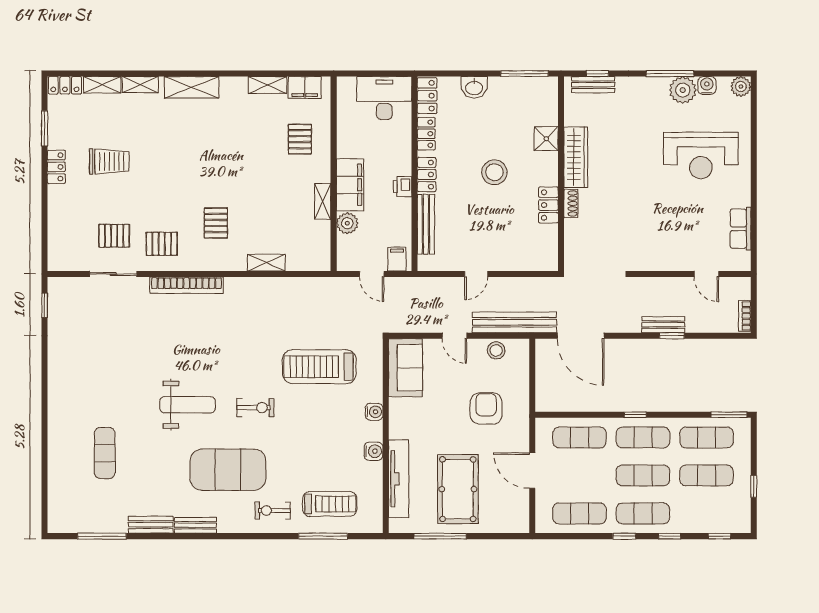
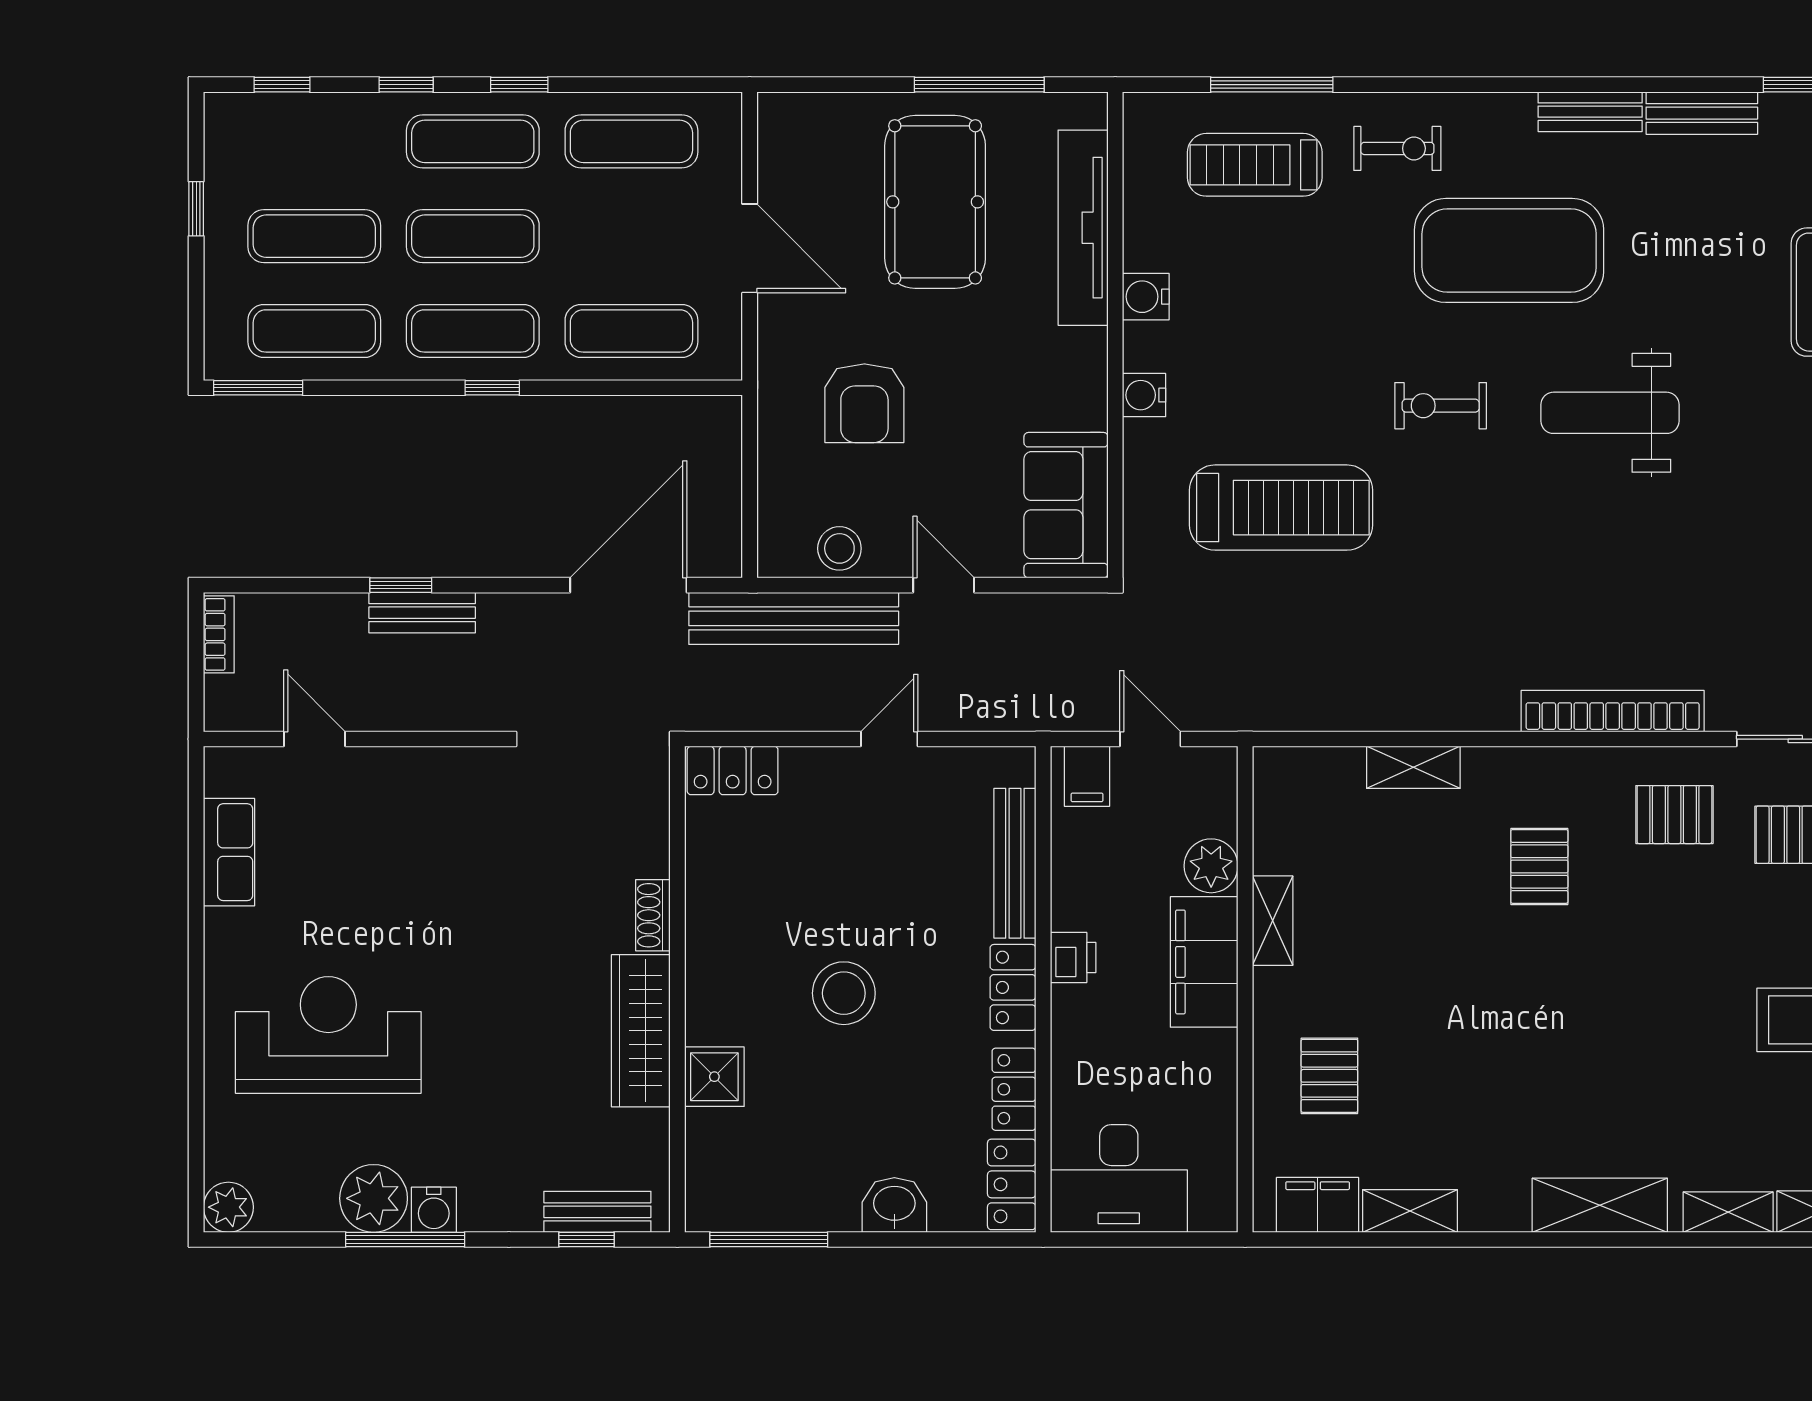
water cooler: (707, 85) -> (434, 1210), moved
locker: (548, 205) -> (733, 770), moved, turned 90
door: (581, 336) -> (628, 585), hinge flipped

